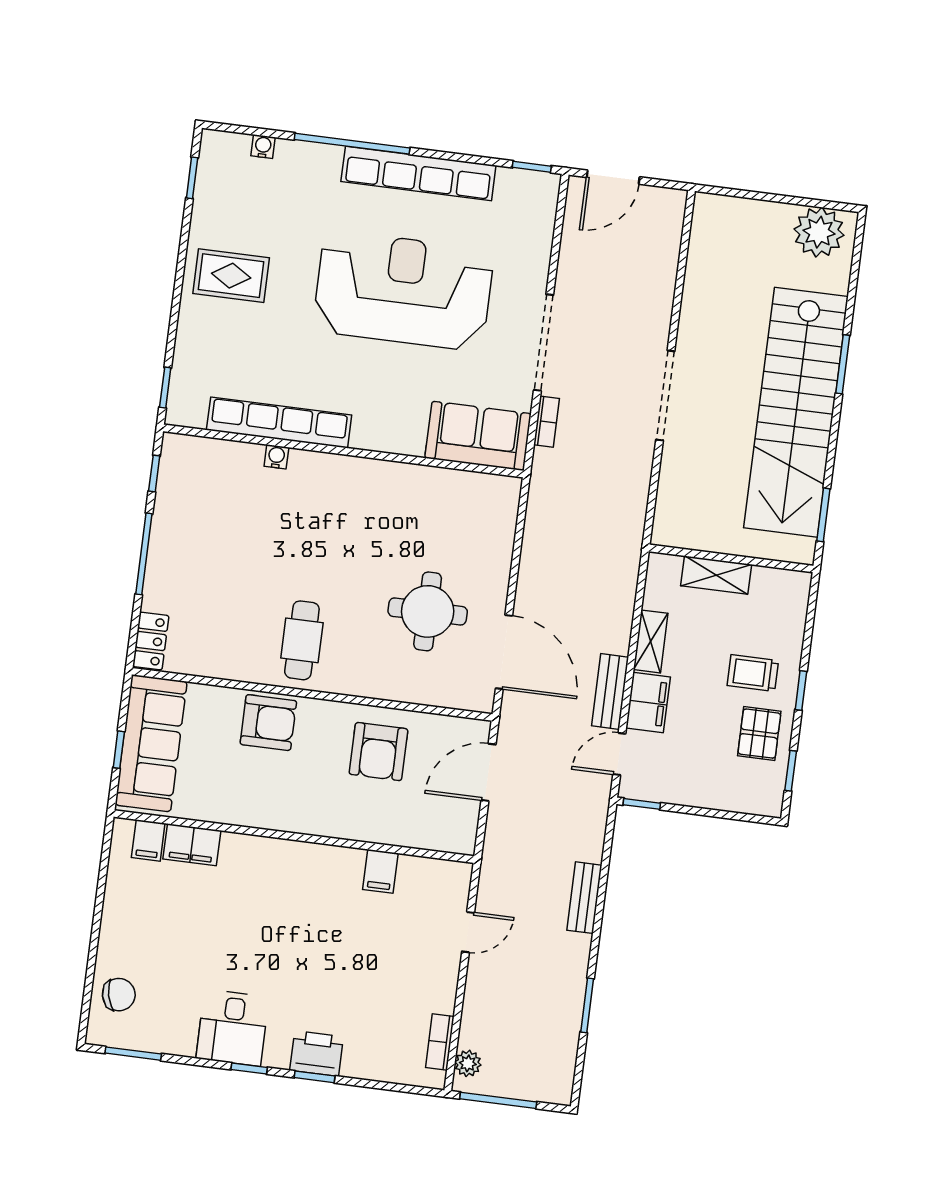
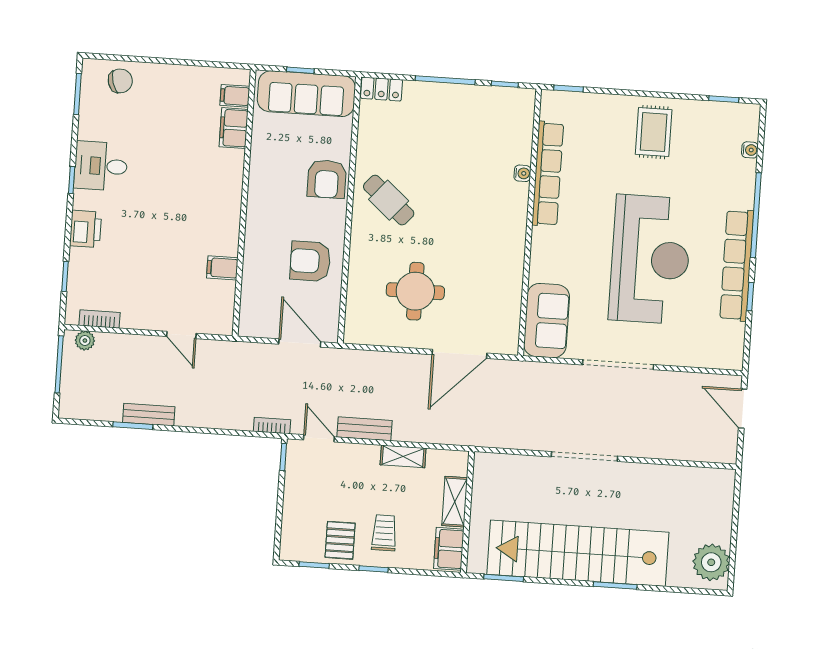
window: (532, 167) -> (750, 297), moved
bookcase: (547, 422) -> (272, 426), moved, turned 180
cafe table: (302, 640) -> (389, 200), turned 41
door: (504, 652) -> (459, 354), moved
filing cabinet: (648, 702) -> (449, 549), moved, turned 90
pallet: (759, 734) -> (340, 540), turned 90
bench: (584, 898) -> (149, 415), moved
chair: (119, 995) -> (120, 81), turned -93
window: (315, 1077) -> (65, 276), moved

